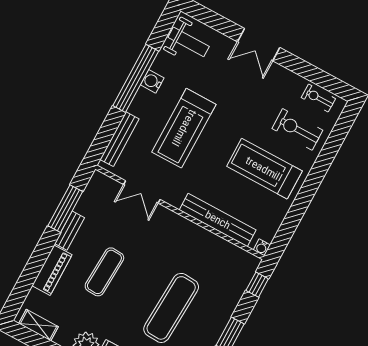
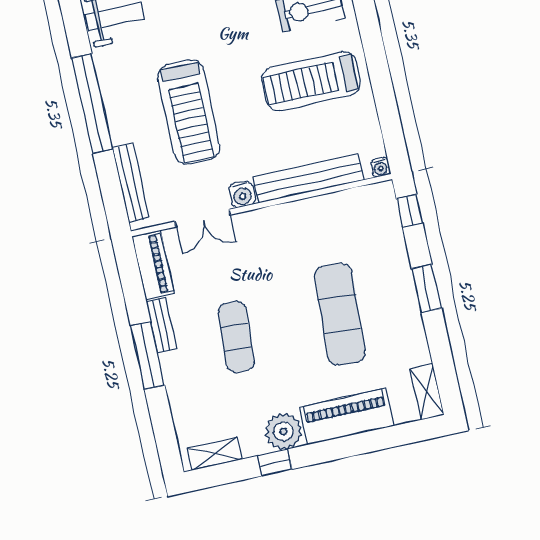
water cooler: (152, 81) -> (242, 194), moved, turned -90
window: (65, 209) -> (148, 356), moved
piano: (52, 270) -> (153, 265), moved

